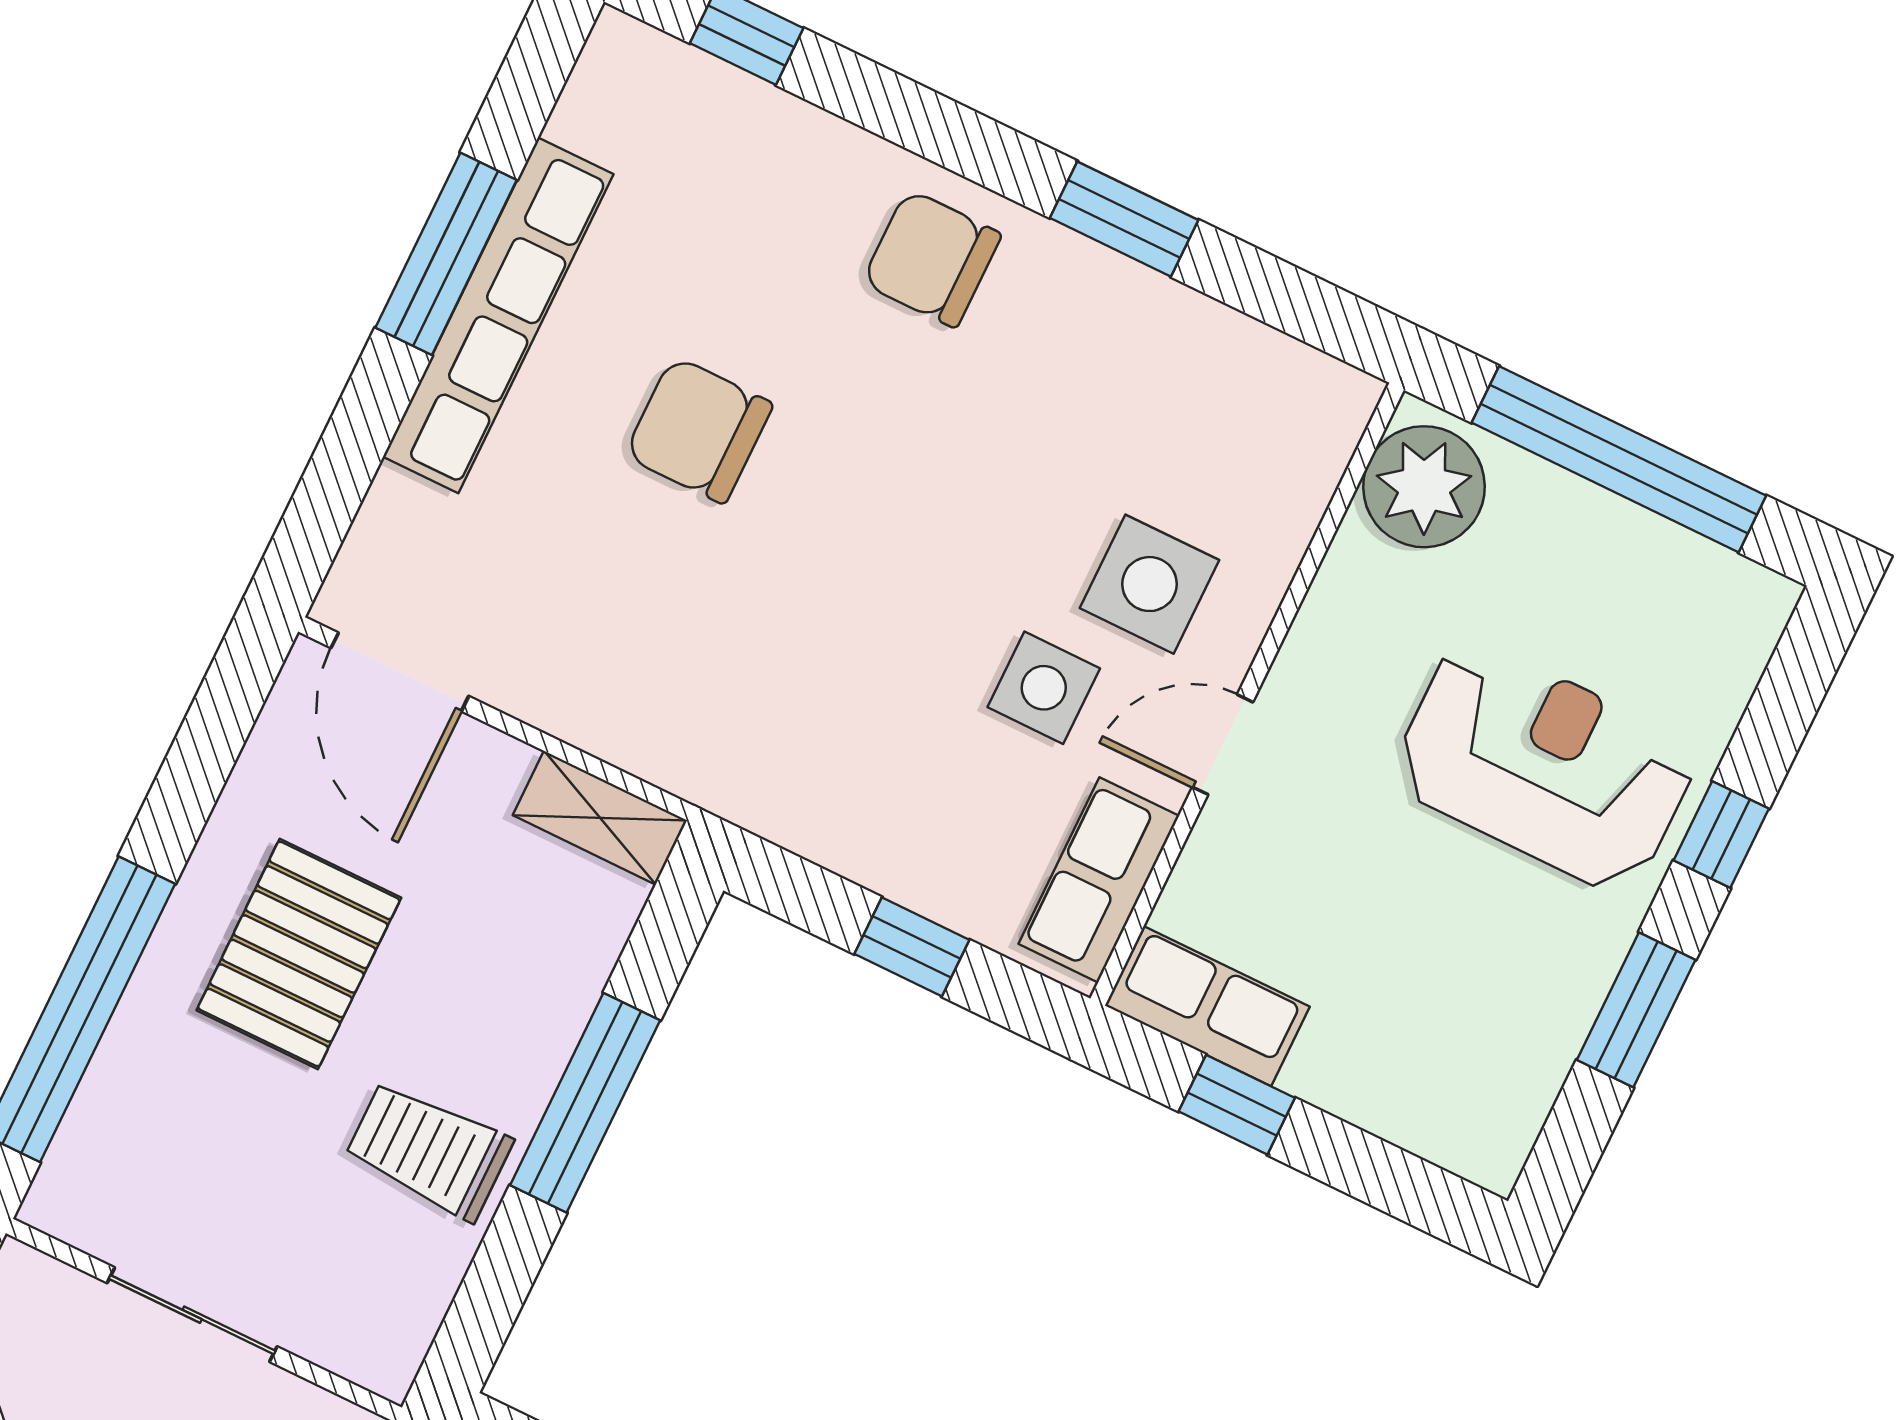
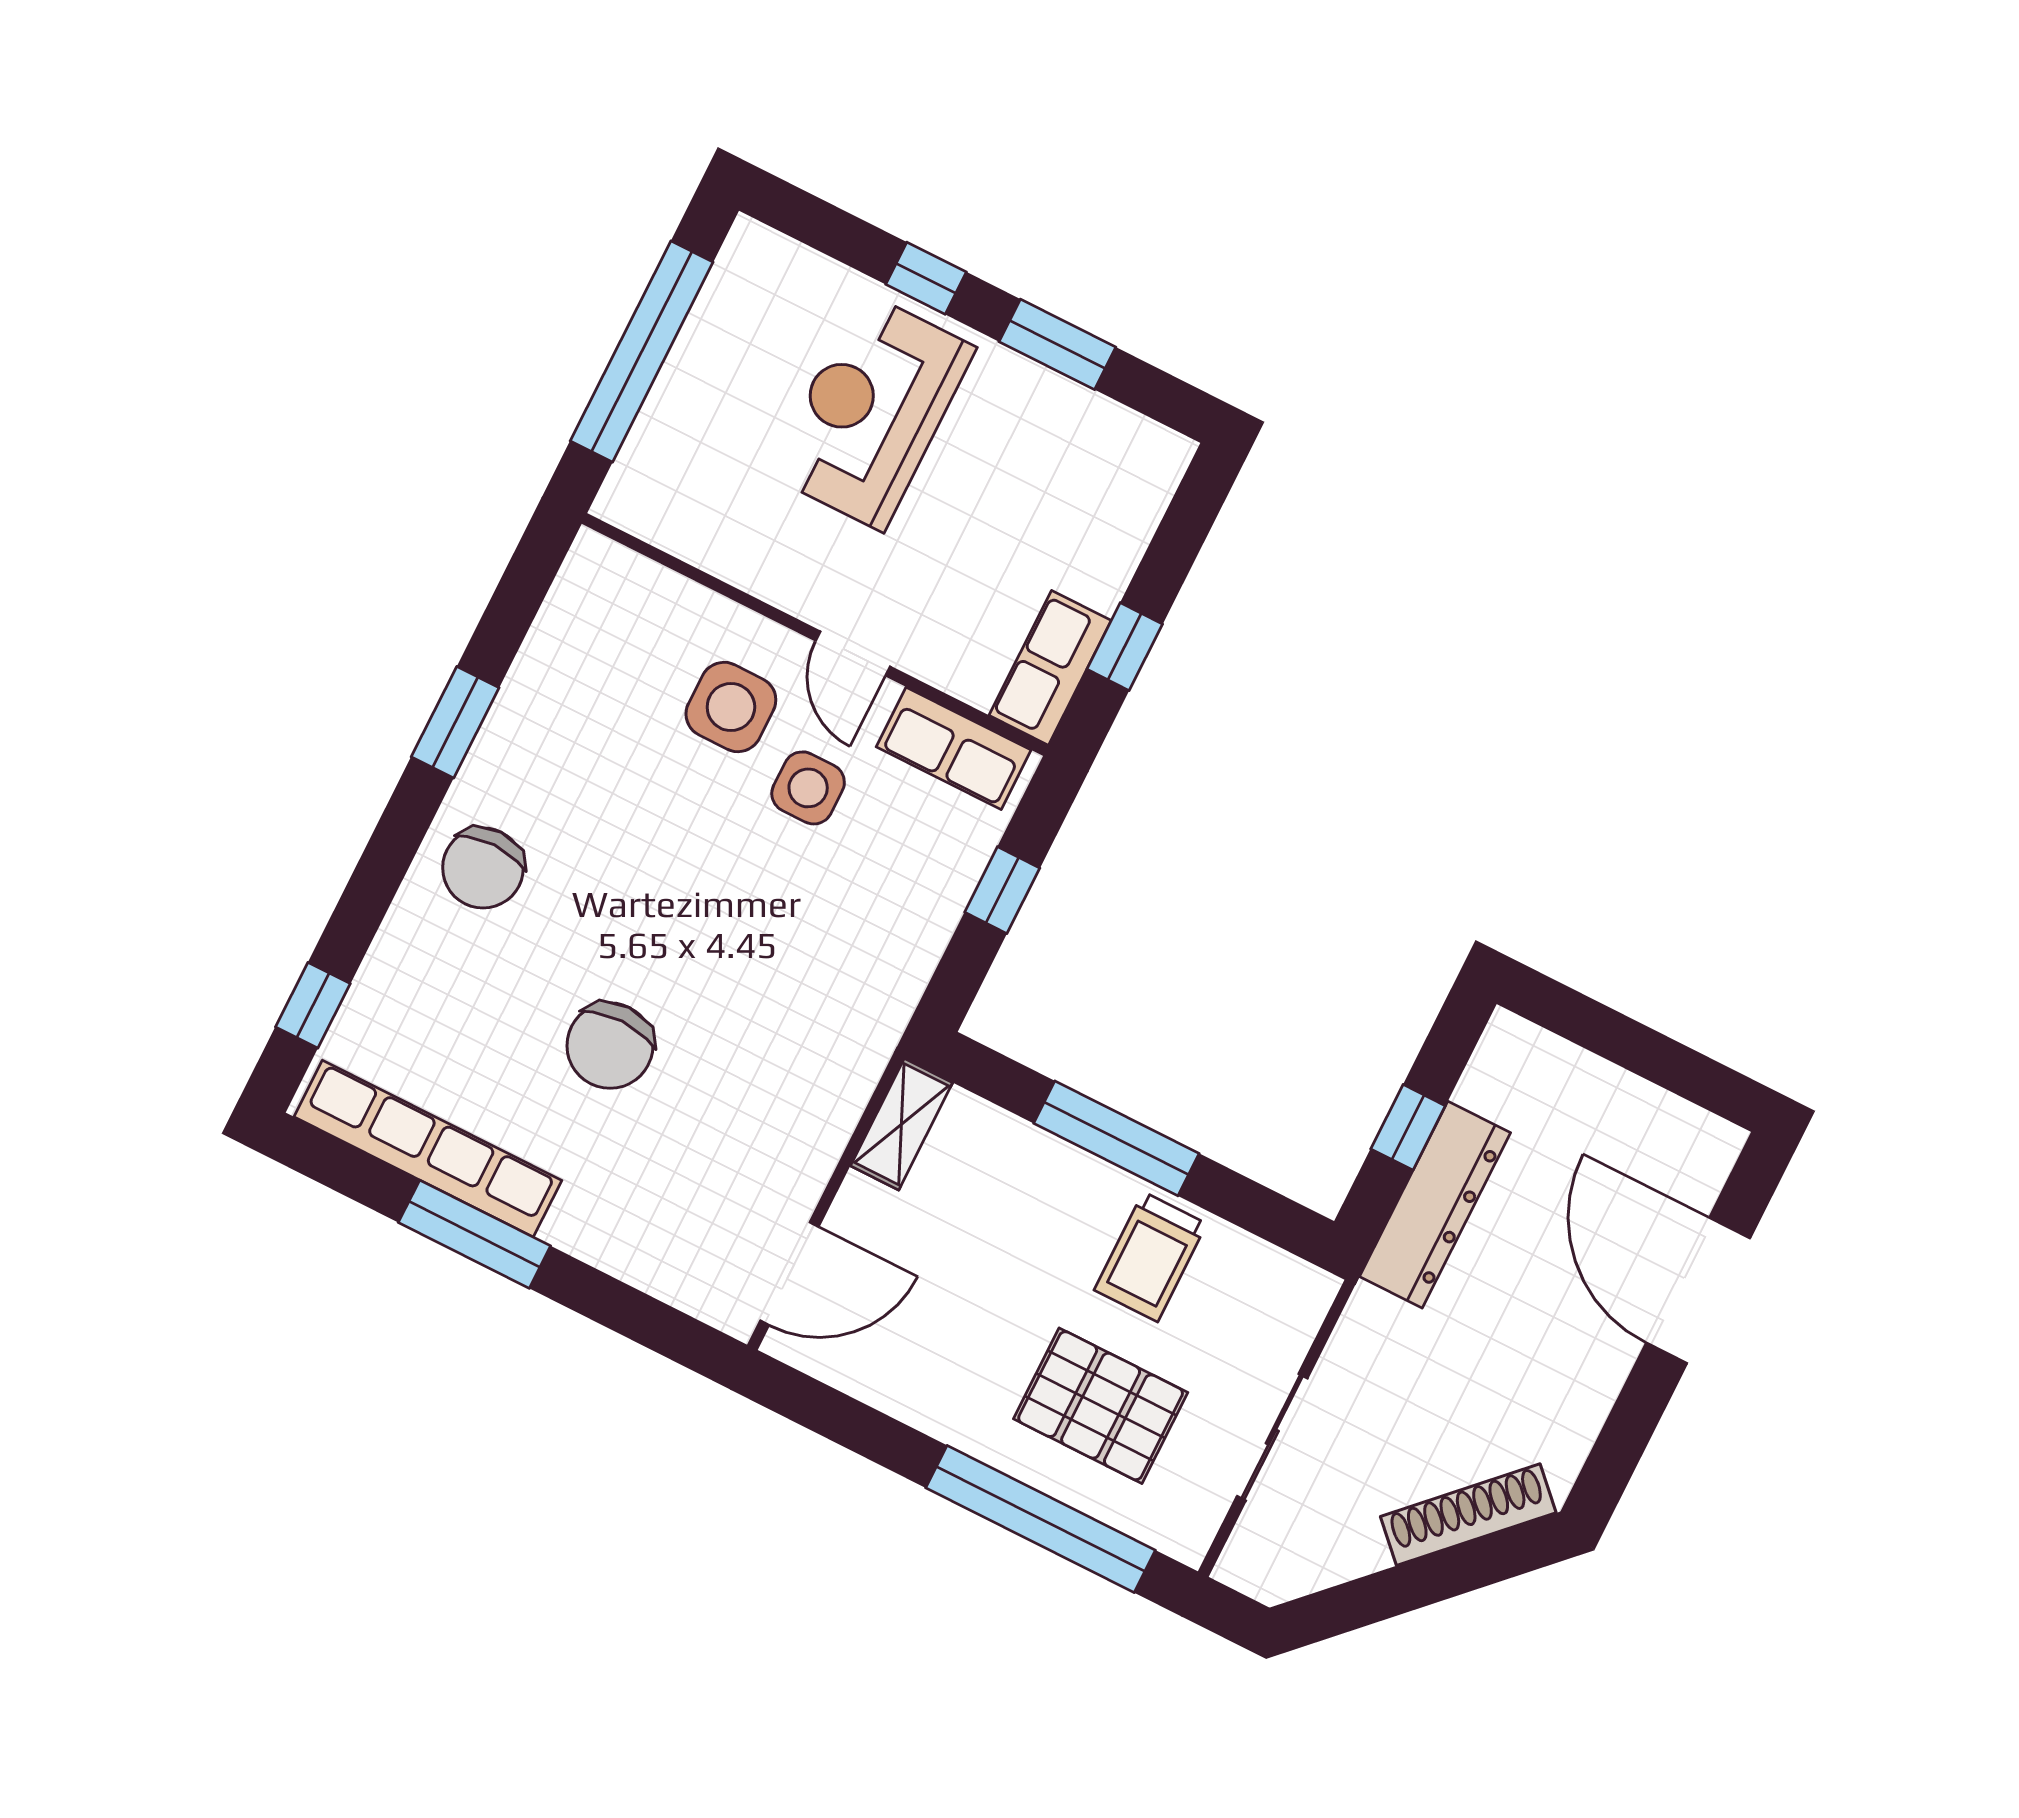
row of seats: (498, 315) -> (428, 1149), moved
plant: (1424, 487) -> (660, 499), removed
pallet: (299, 954) -> (1101, 1406), moved

